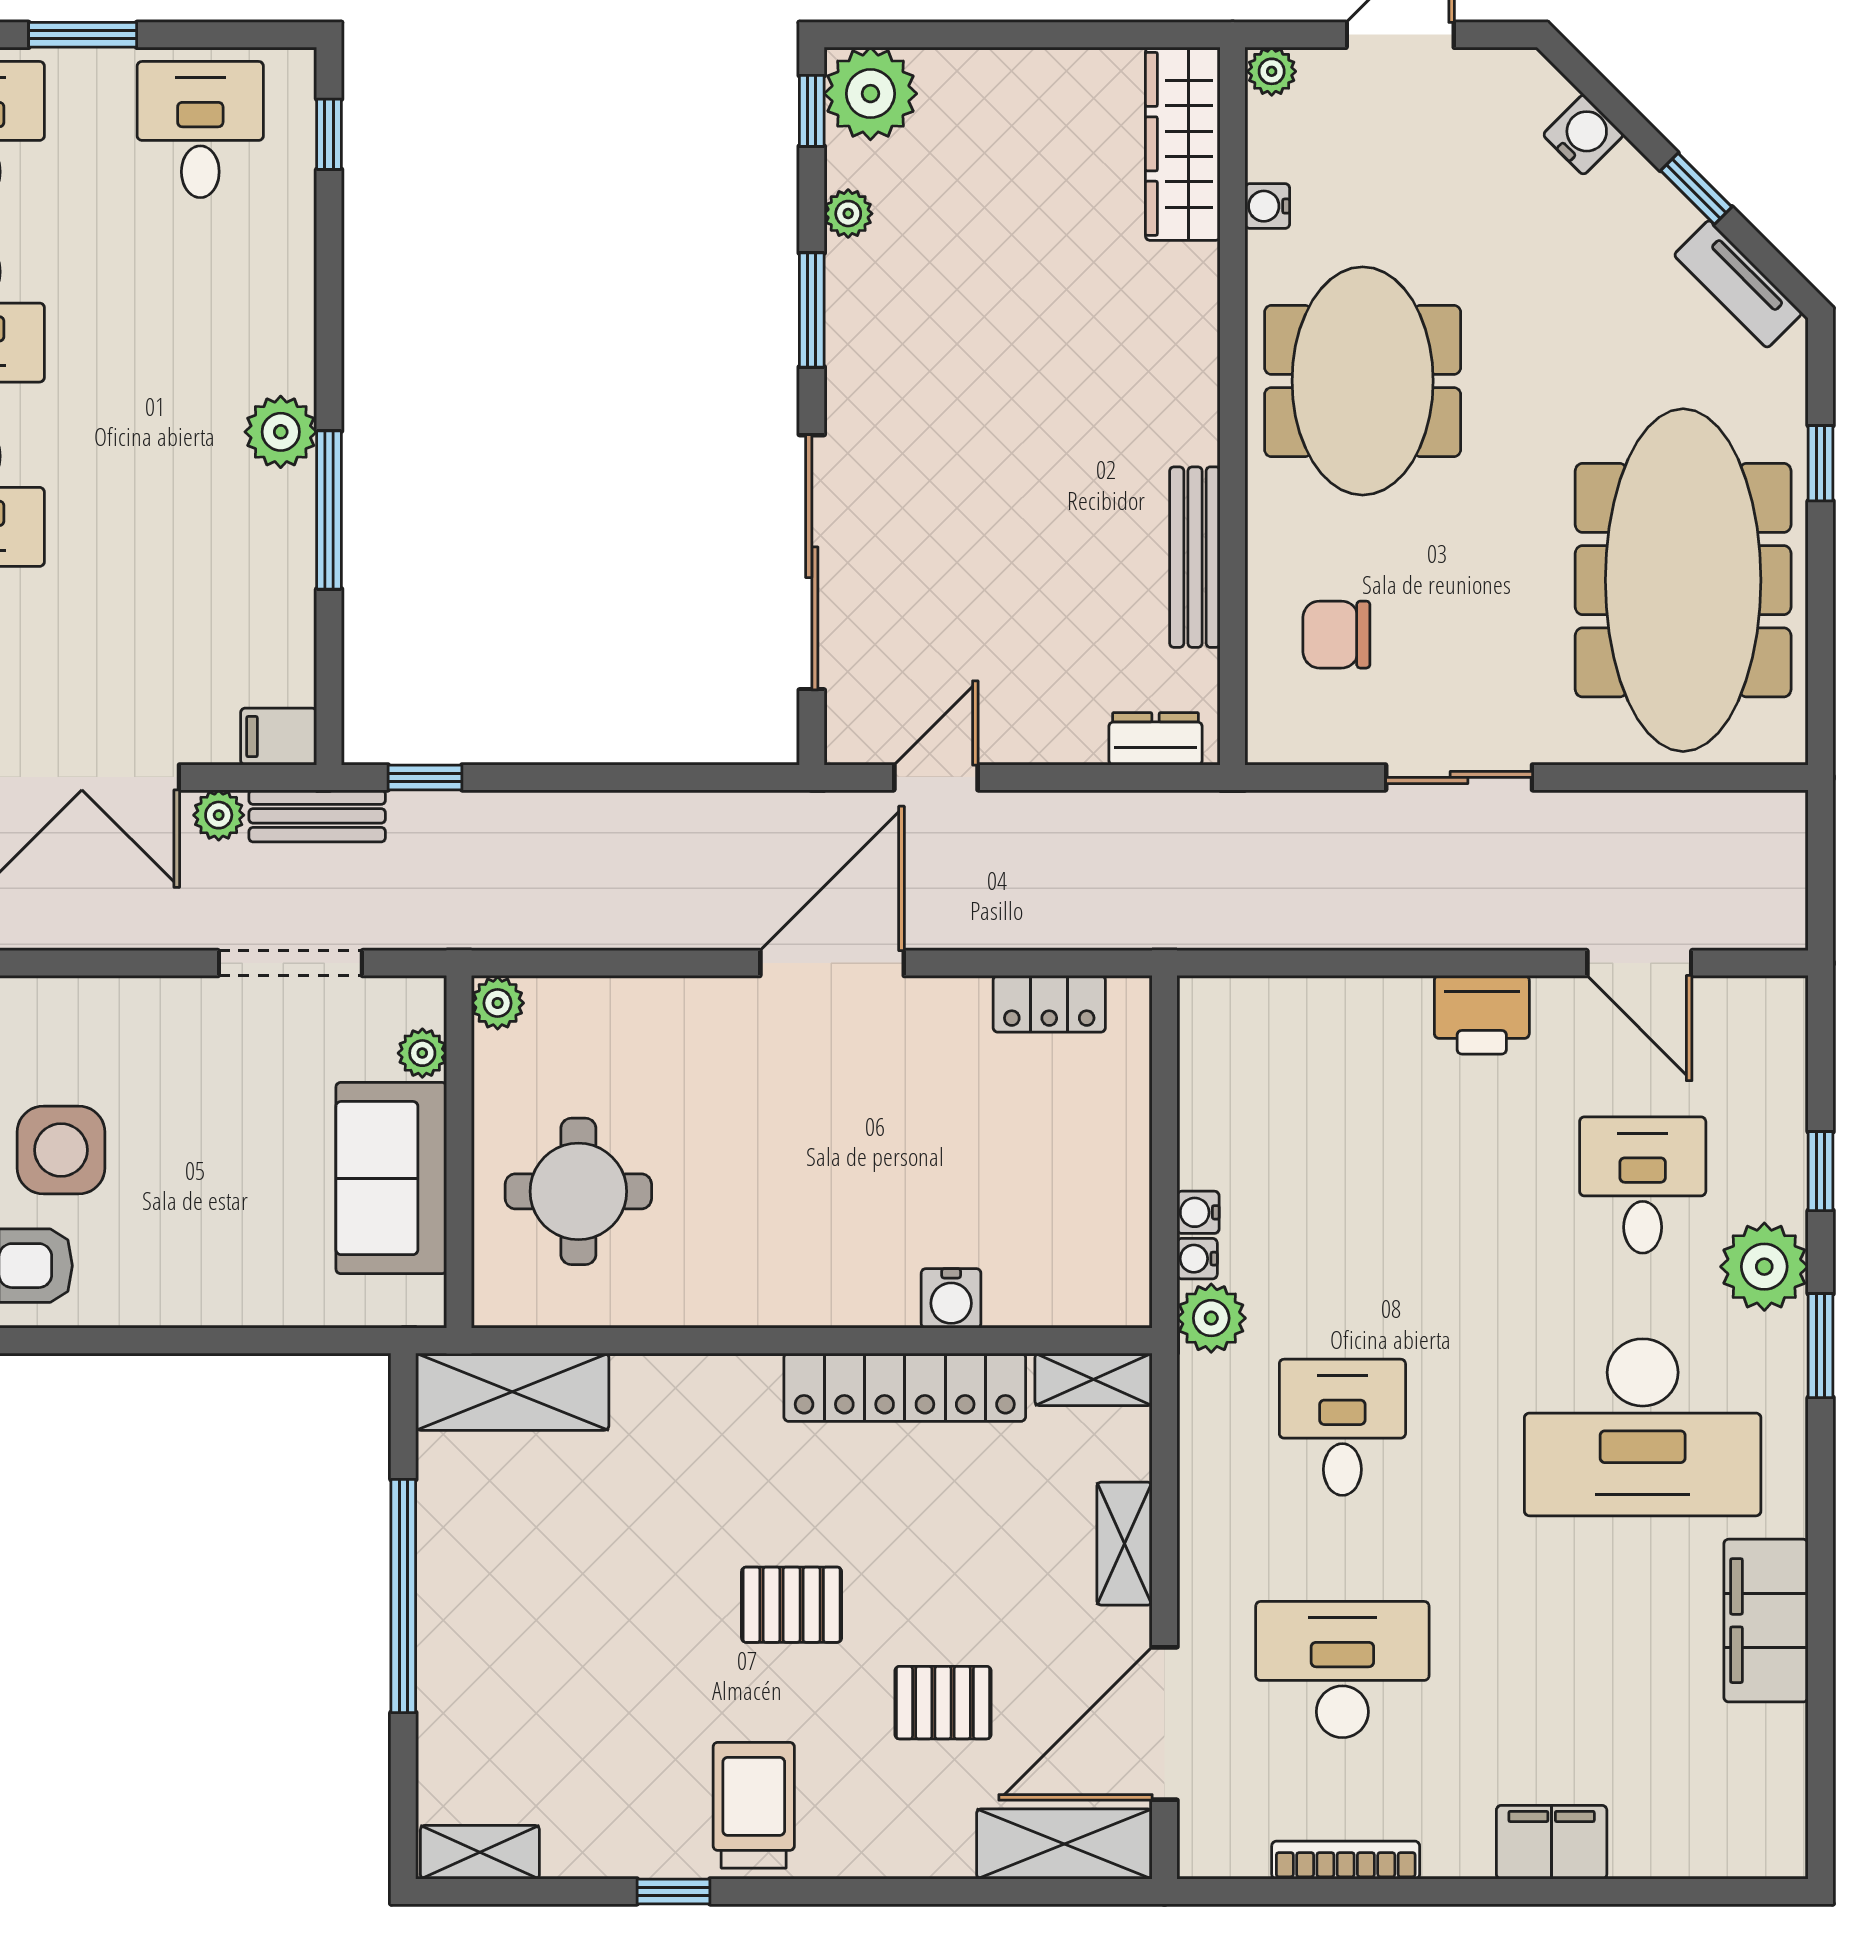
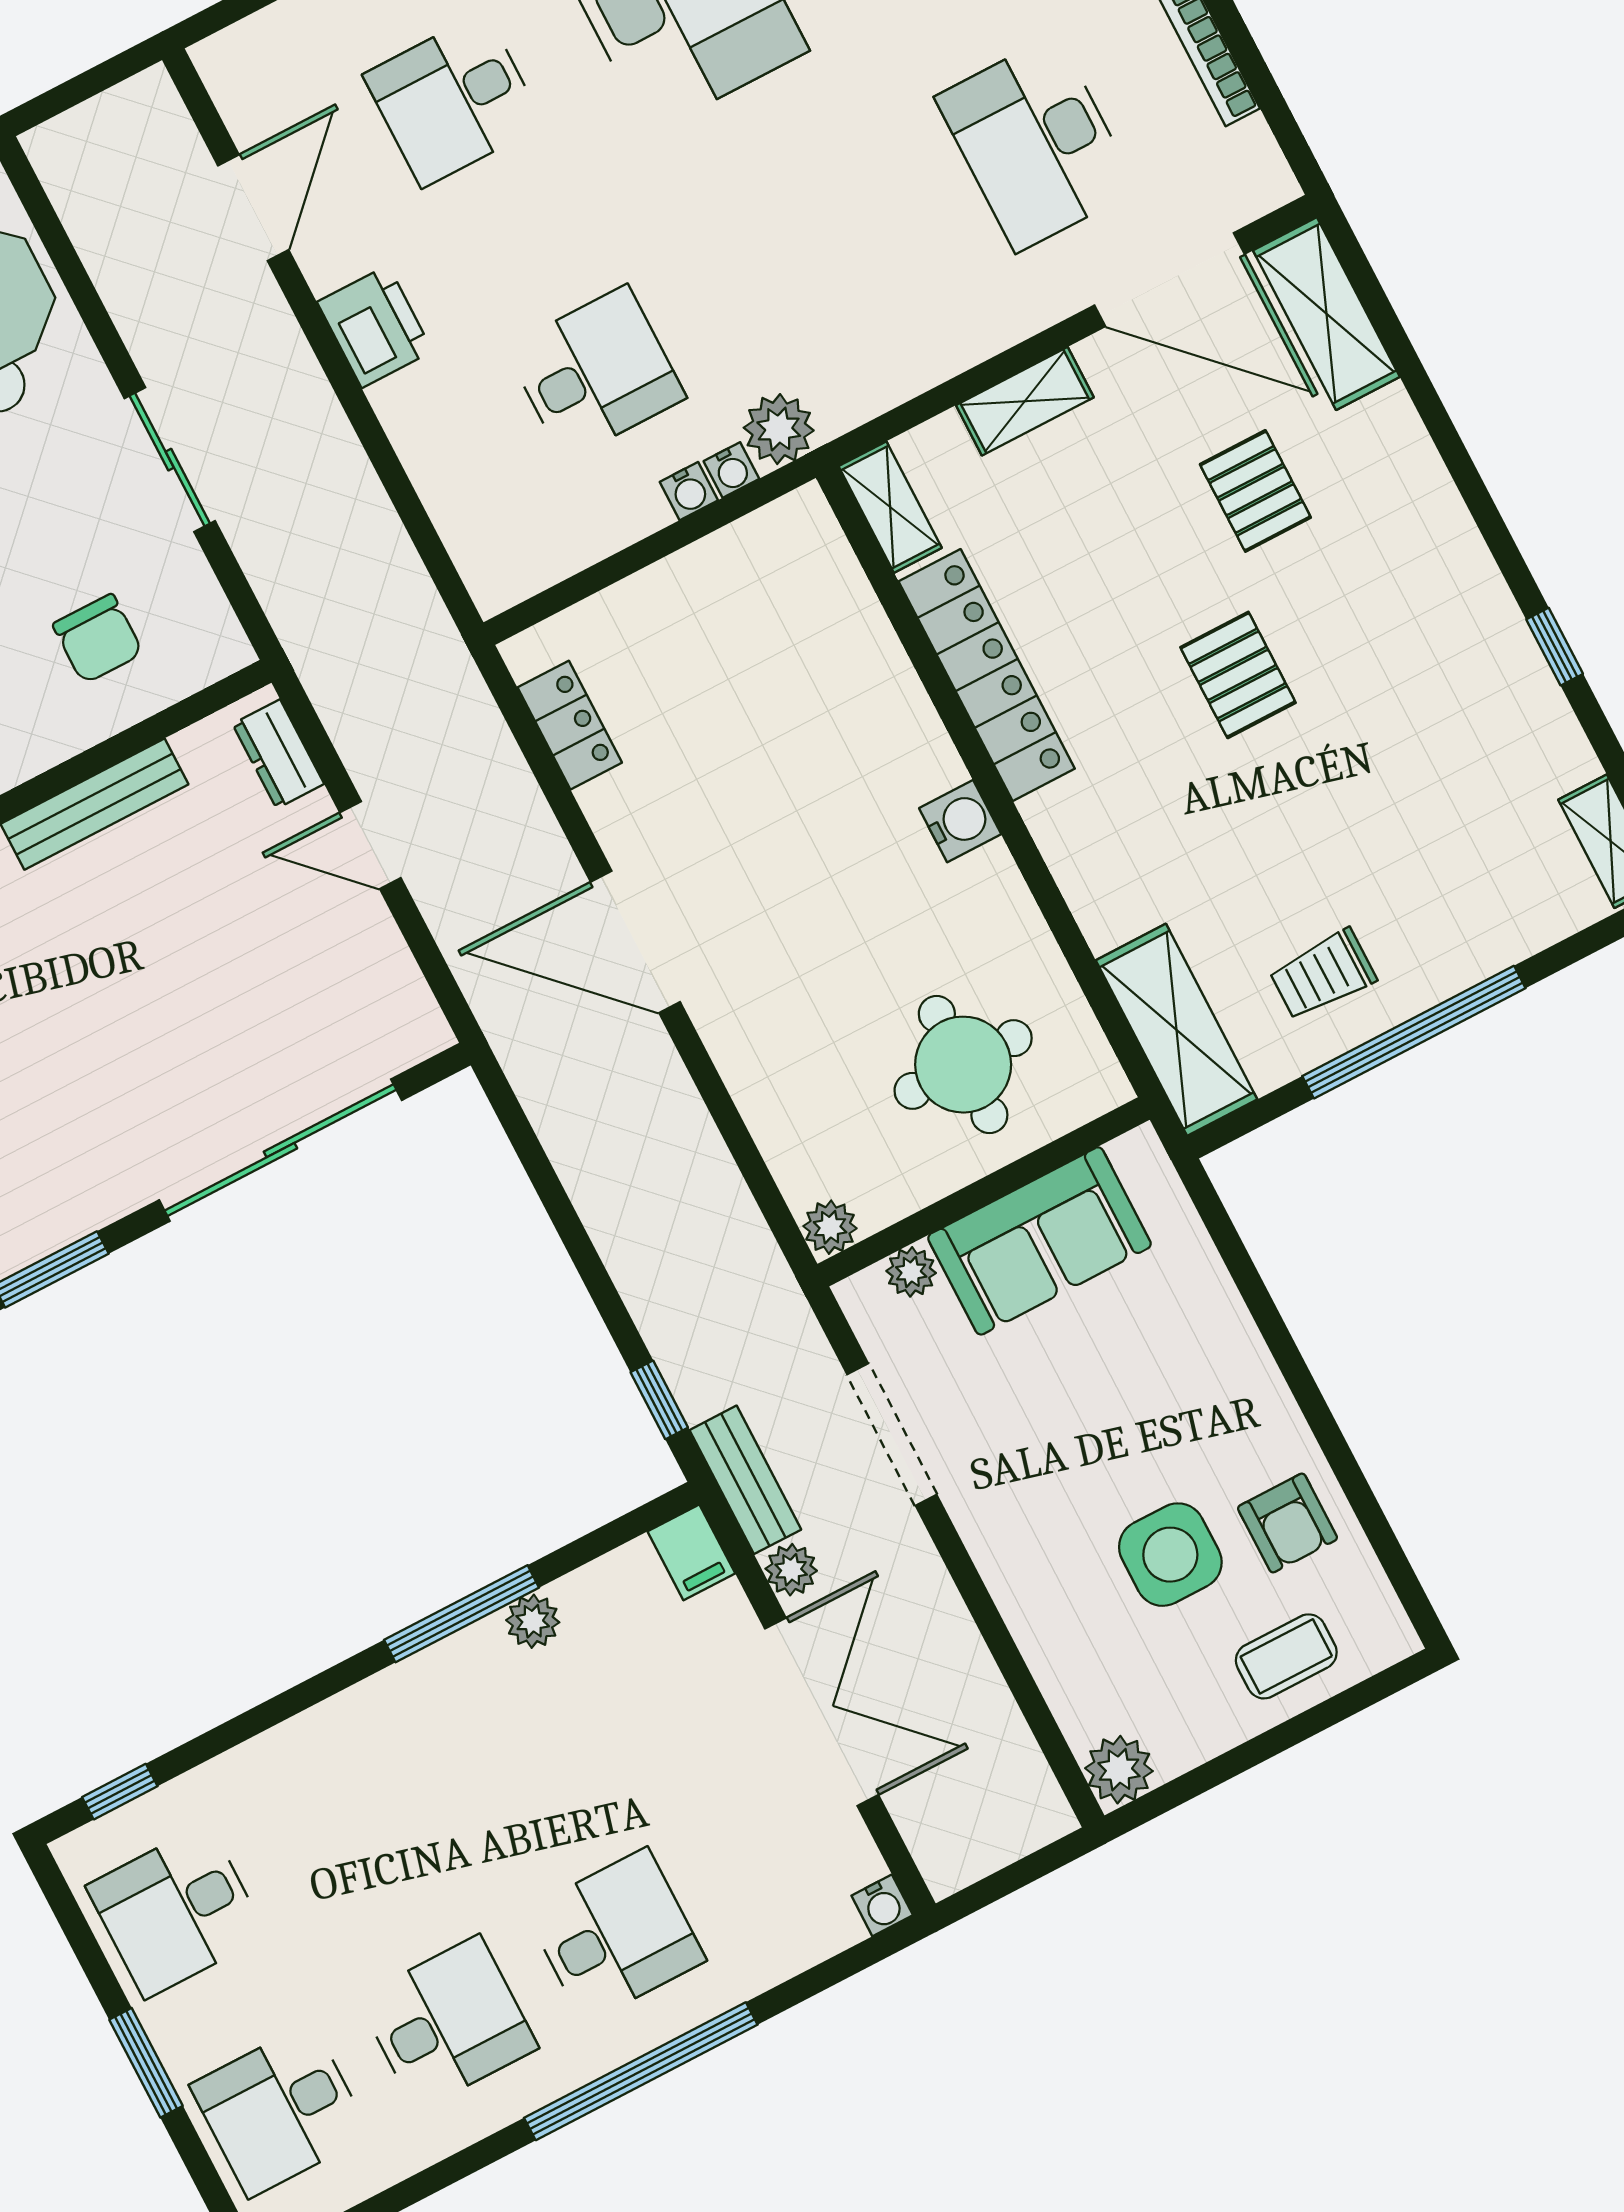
plant: (281, 432) -> (533, 1621), moved, width x0.73, depth x0.73
door: (936, 777) -> (370, 845), moved
water cooler: (951, 1298) -> (960, 821), moved
desk: (1342, 1427) -> (596, 373), moved, turned 180
trolley: (754, 1805) -> (1323, 975), moved, width x0.73, depth x0.72

